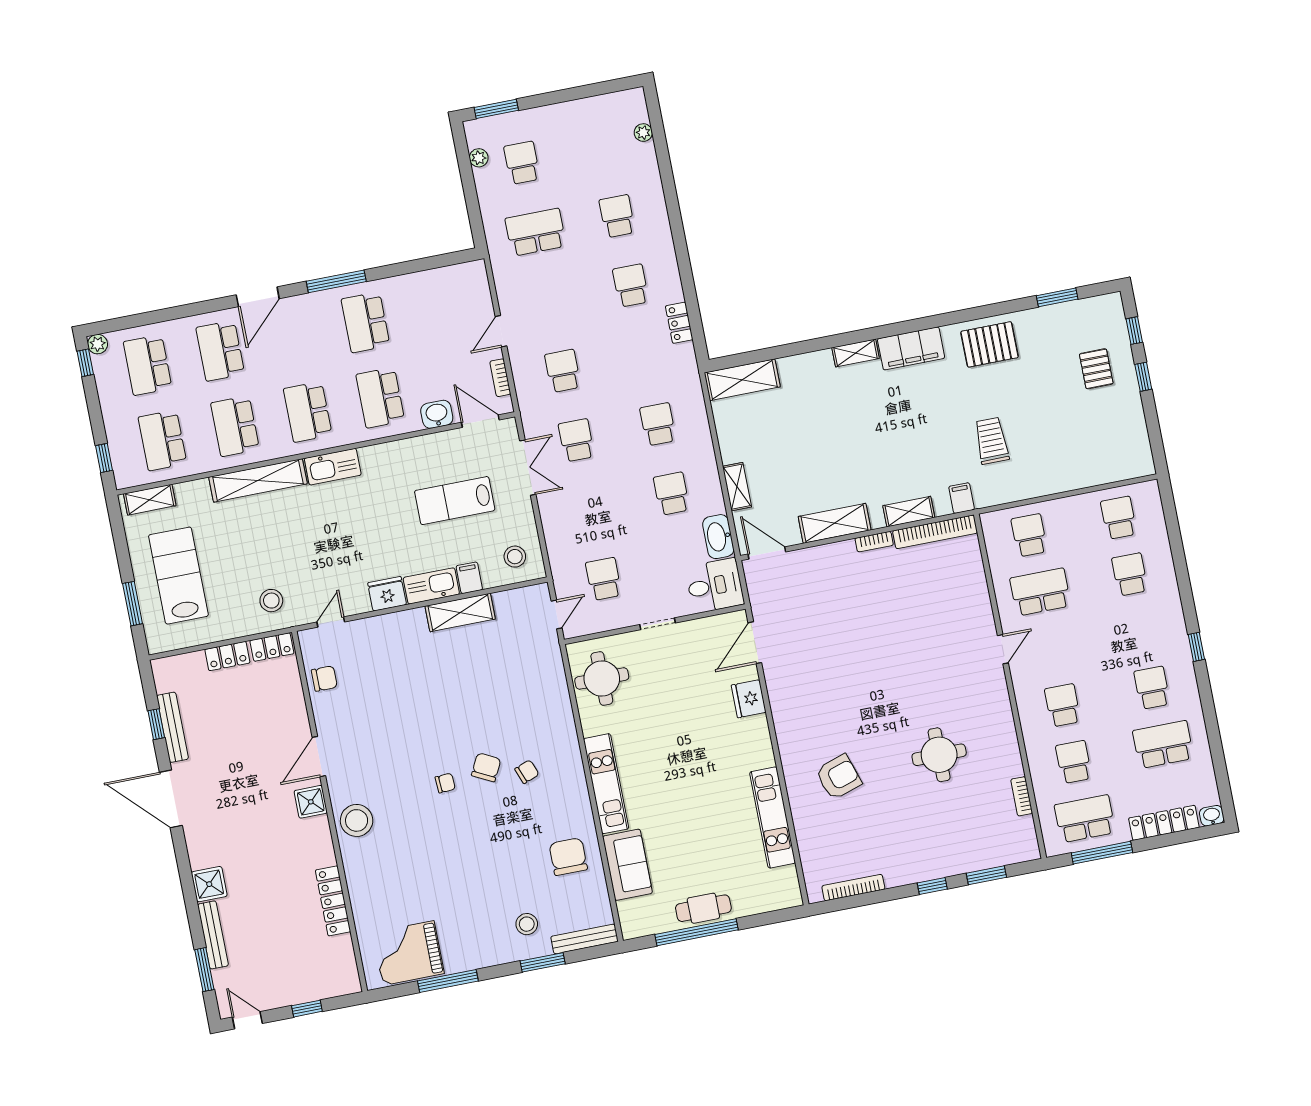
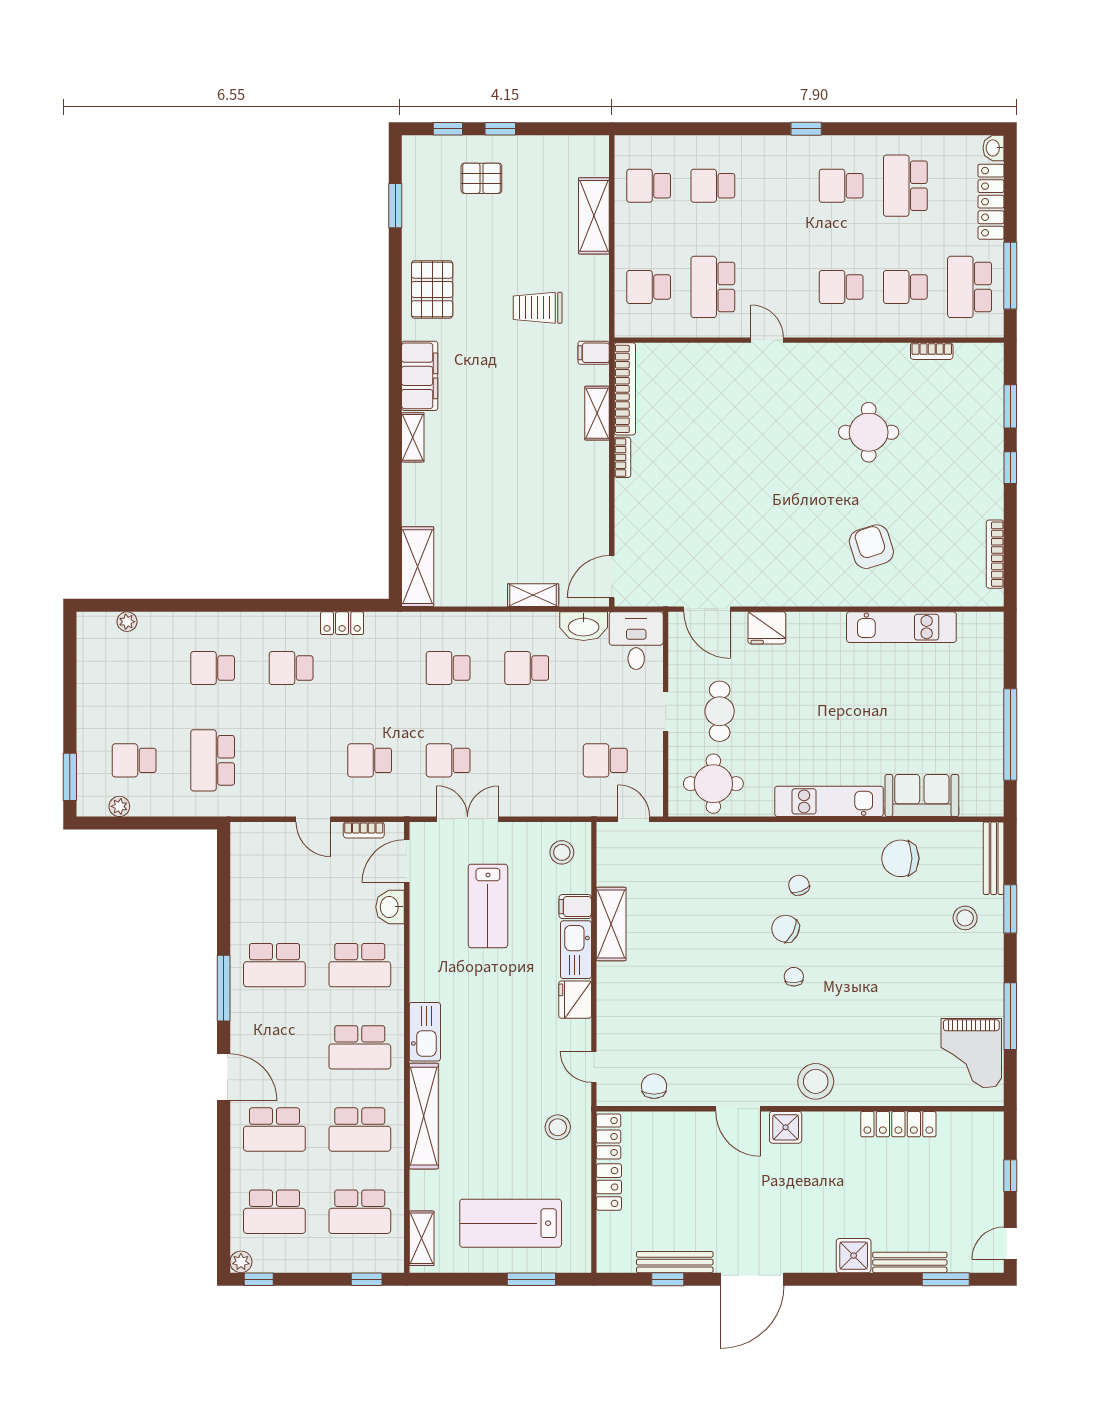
shelving: (835, 523) -> (594, 216), moved
cafe table: (703, 908) -> (720, 711), moved

